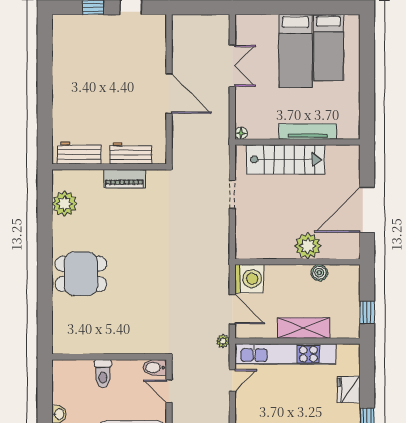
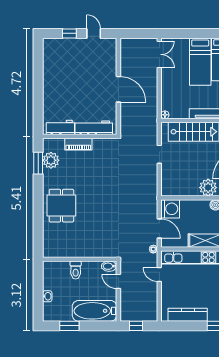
double door: (232, 66) -> (159, 54), moved
workbench: (131, 153) -> (94, 128), width x1.38
piano: (124, 179) -> (78, 144), moved
window: (45, 208) -> (38, 163), added
dining table: (81, 274) -> (61, 206), turned 90
door: (232, 380) -> (159, 274), swing flipped

